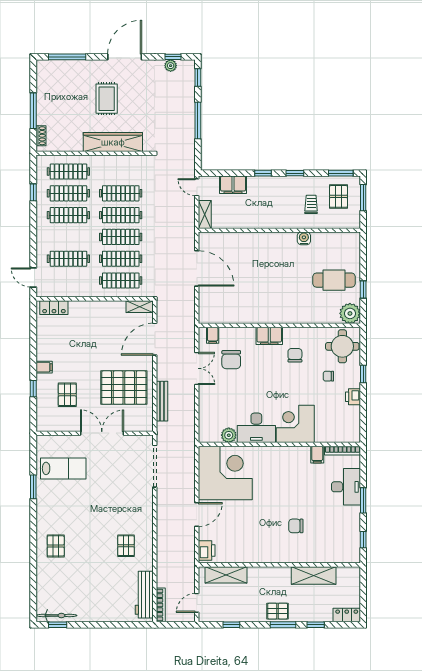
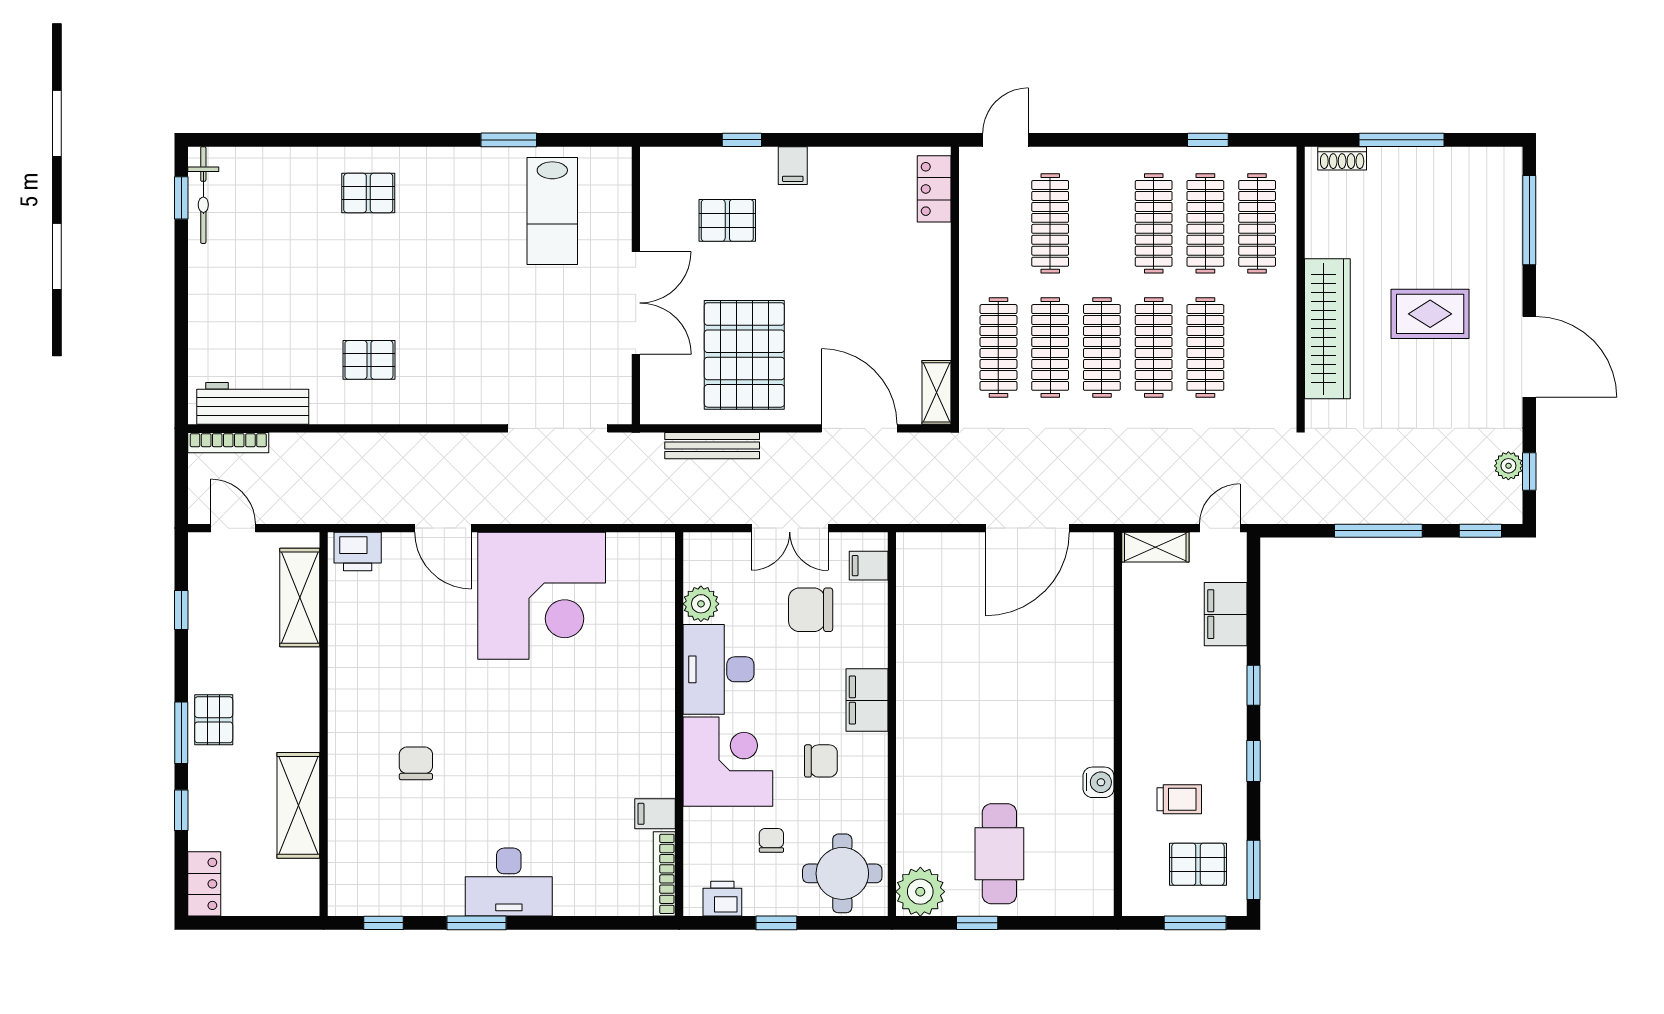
corner desk: (295, 424) -> (728, 762), moved
desk: (256, 428) -> (718, 669), moved
plant: (229, 435) -> (701, 604), moved
wall: (279, 444) -> (679, 724), moved
bookcase: (342, 451) -> (664, 874), moved
filing cabinet: (317, 455) -> (655, 814), moved

